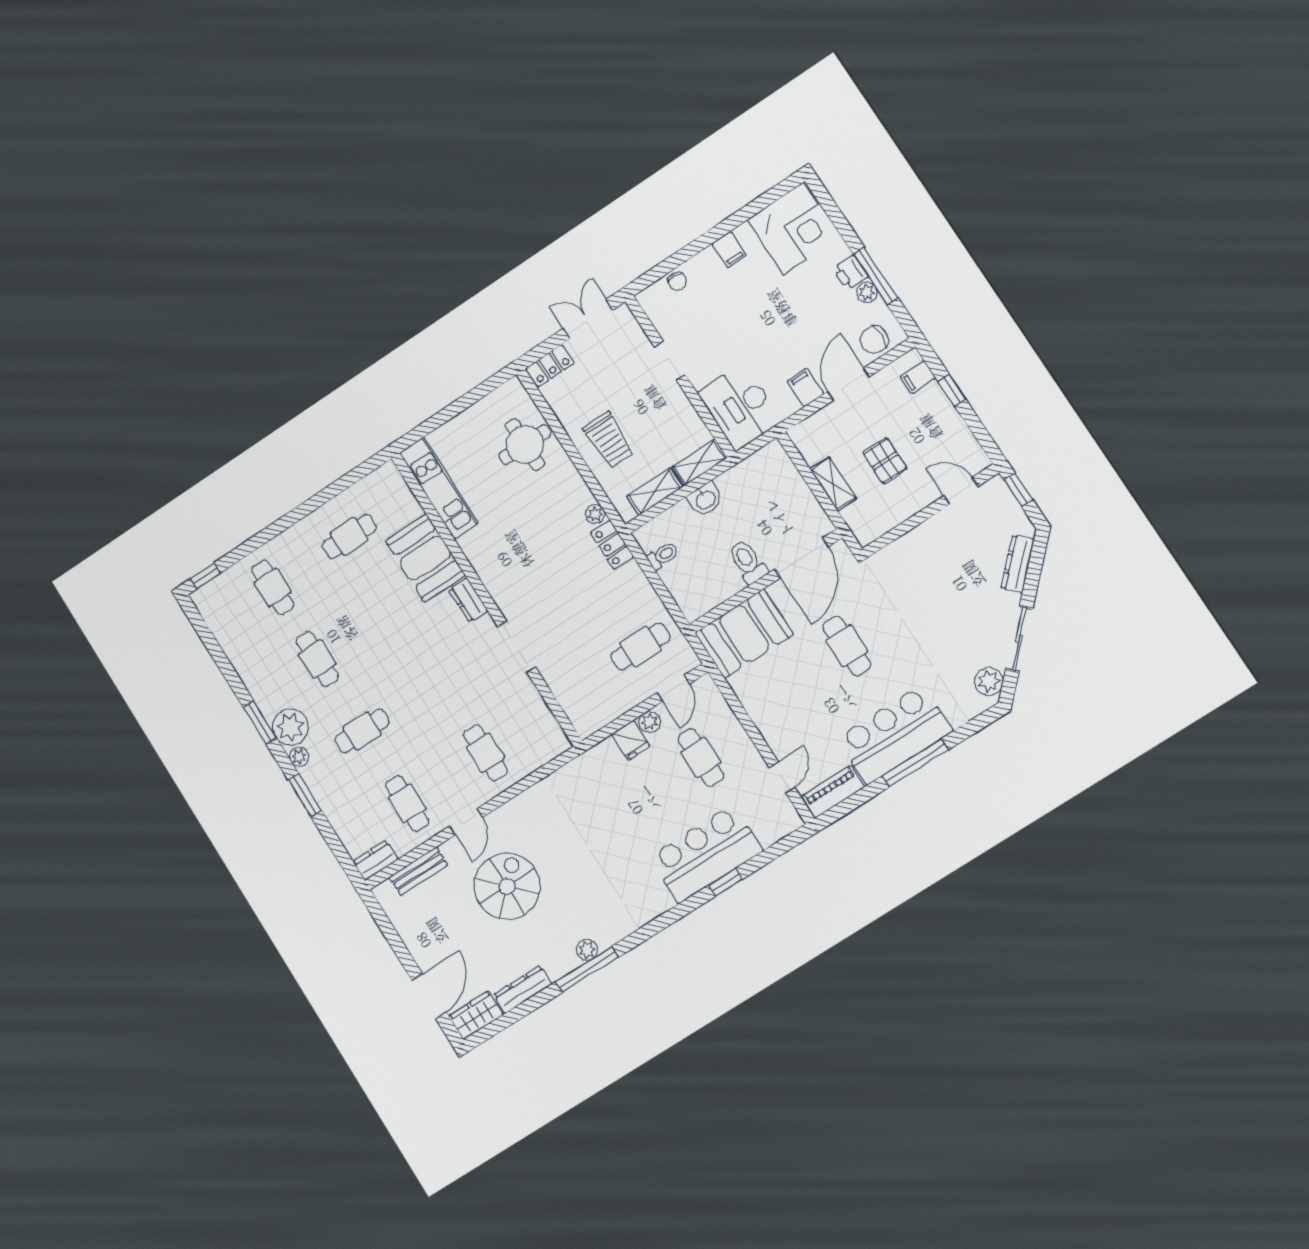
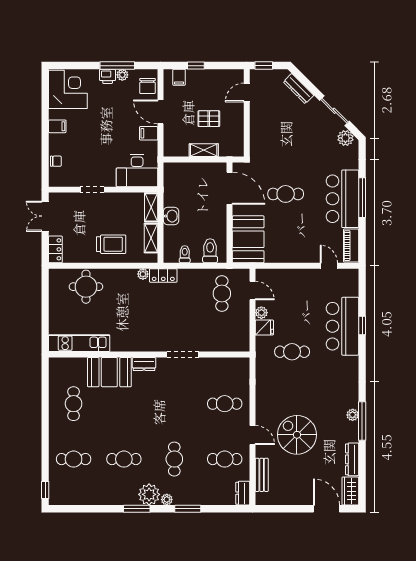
toilet: (748, 562) -> (210, 251), moved, turned 90
cafe table: (701, 757) -> (292, 352), moved

